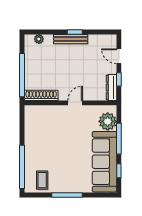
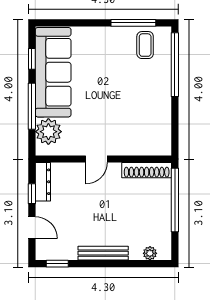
window: (75, 32) -> (57, 264), moved
window: (67, 195) -> (133, 23), moved

